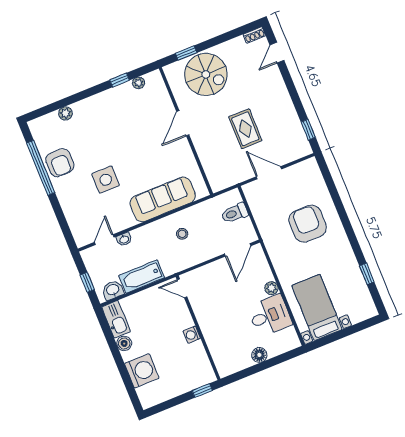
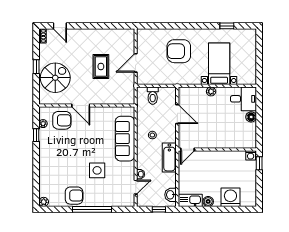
window: (186, 53) -> (36, 67), moved
armchair: (153, 106) -> (62, 120), added
plant: (66, 113) -> (44, 202), moved
rug: (245, 129) -> (101, 66), turned 90
window: (308, 130) -> (118, 26), removed
window: (41, 168) -> (92, 209), moved
door: (104, 240) -> (136, 187), swing flipped
door: (238, 250) -> (177, 114), moved
bathtub: (142, 277) -> (169, 158), moved
bed with nightstands: (317, 307) -> (219, 64), moved, turned 90
desk: (270, 316) -> (244, 99), moved, turned 90
washing machine: (192, 335) -> (251, 155), moved

